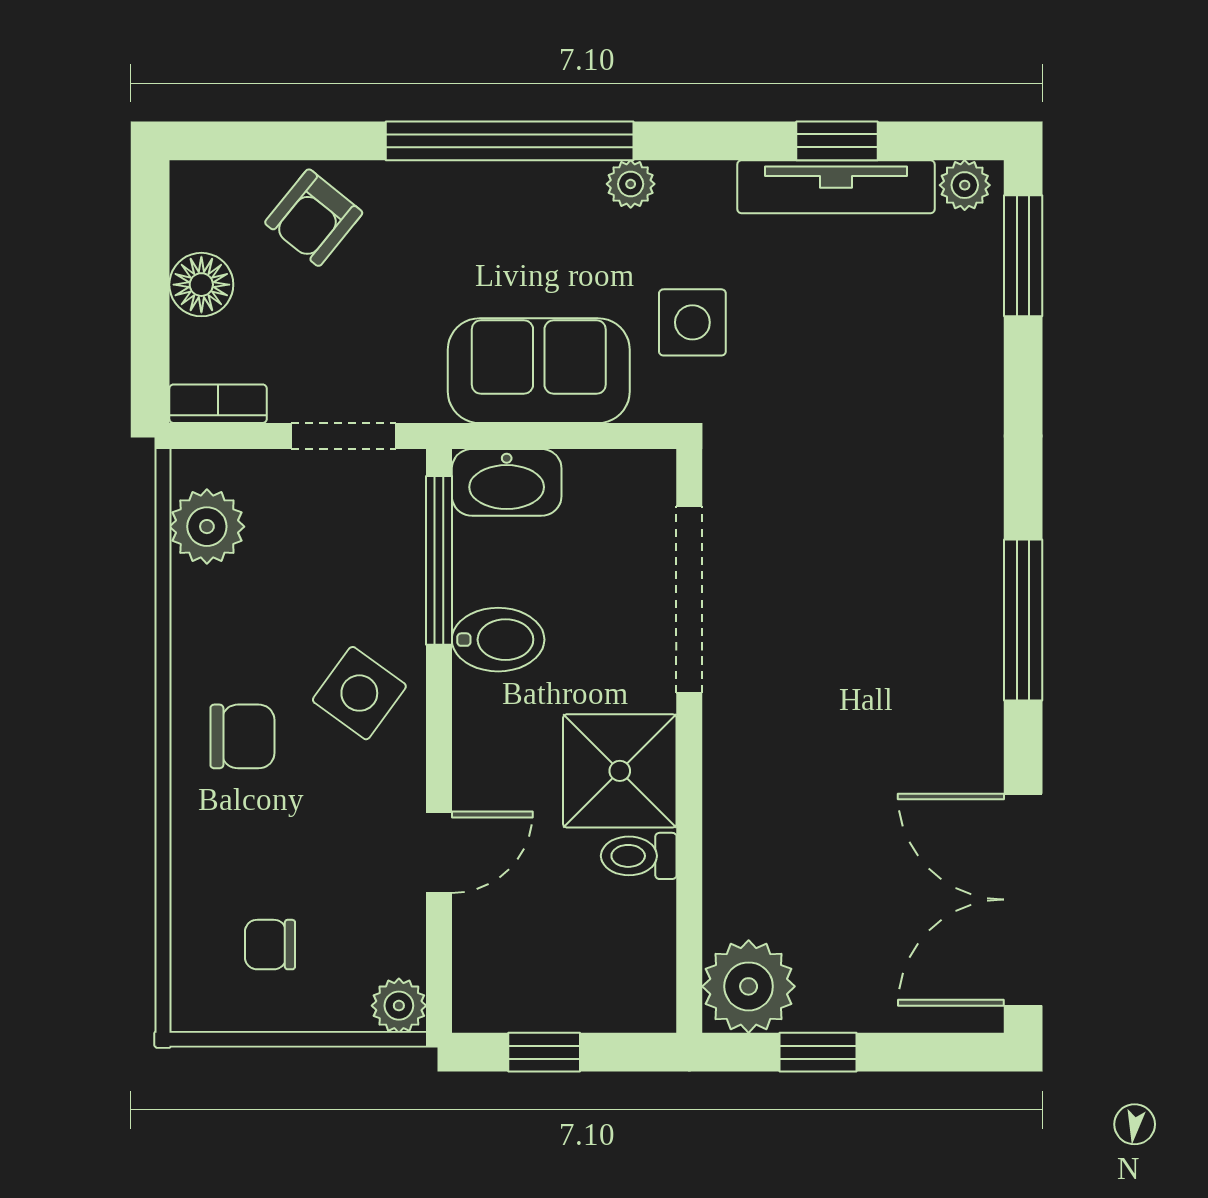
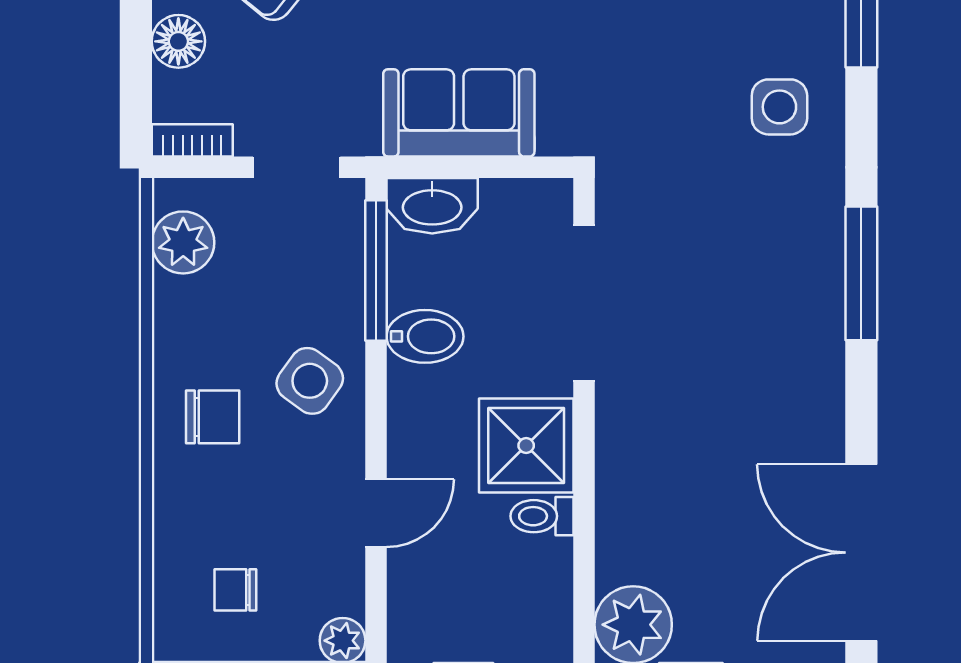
side table: (692, 322) -> (779, 107), moved
window: (1023, 620) -> (861, 273), moved

